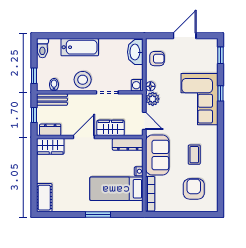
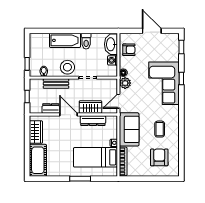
door: (185, 36) -> (152, 31), hinge flipped
toilet: (42, 48) -> (86, 41), moved
washing machine: (137, 85) -> (112, 60), moved
bench: (52, 100) -> (56, 84), moved
door: (144, 121) -> (118, 101), swing flipped
dresser: (50, 130) -> (51, 109), moved
door: (84, 137) -> (68, 115), hinge flipped
dresser: (128, 144) -> (93, 121), moved
wardrobe: (50, 146) -> (36, 132), moved, turned -90
cot: (44, 198) -> (38, 160), width x1.37, depth x1.34

